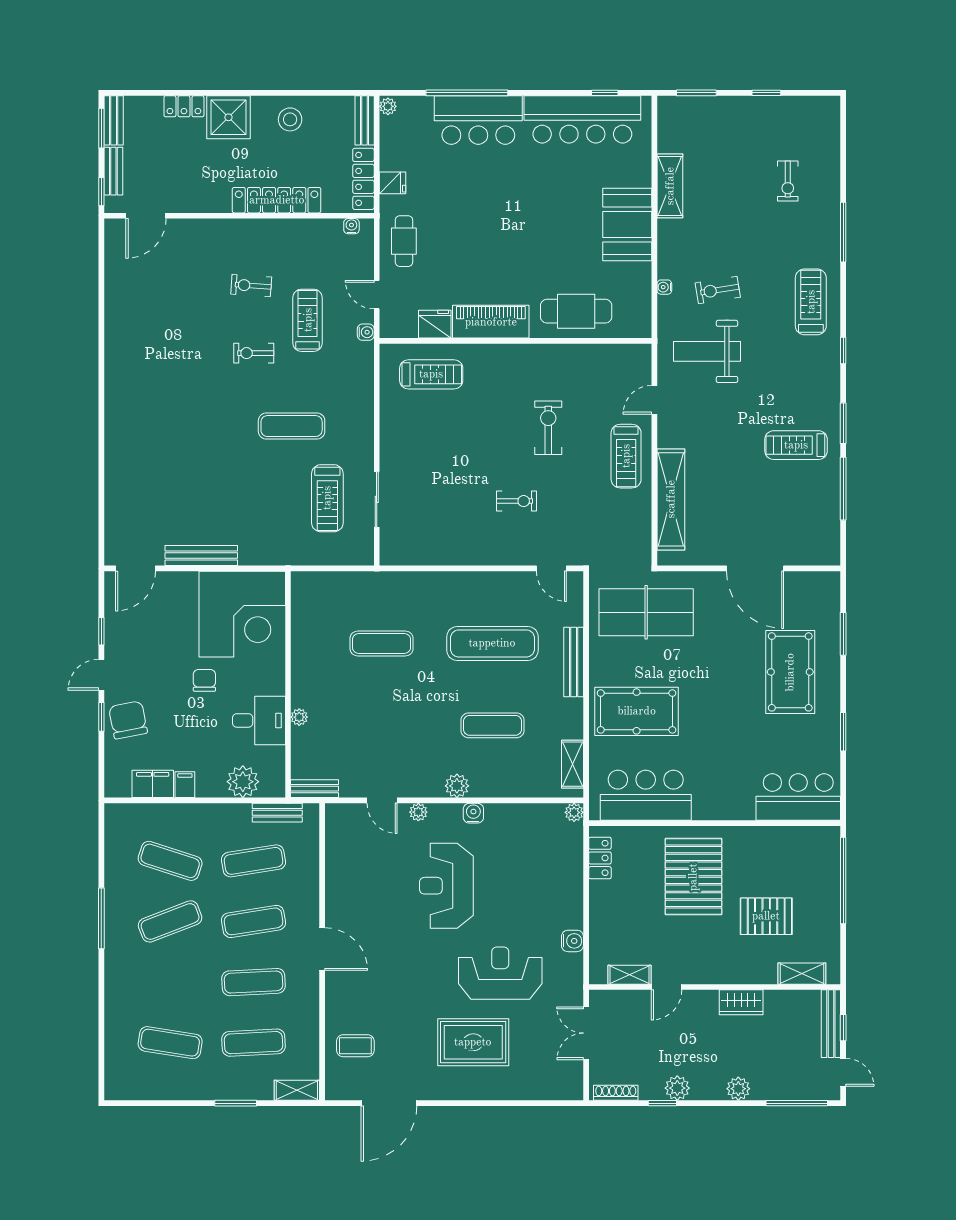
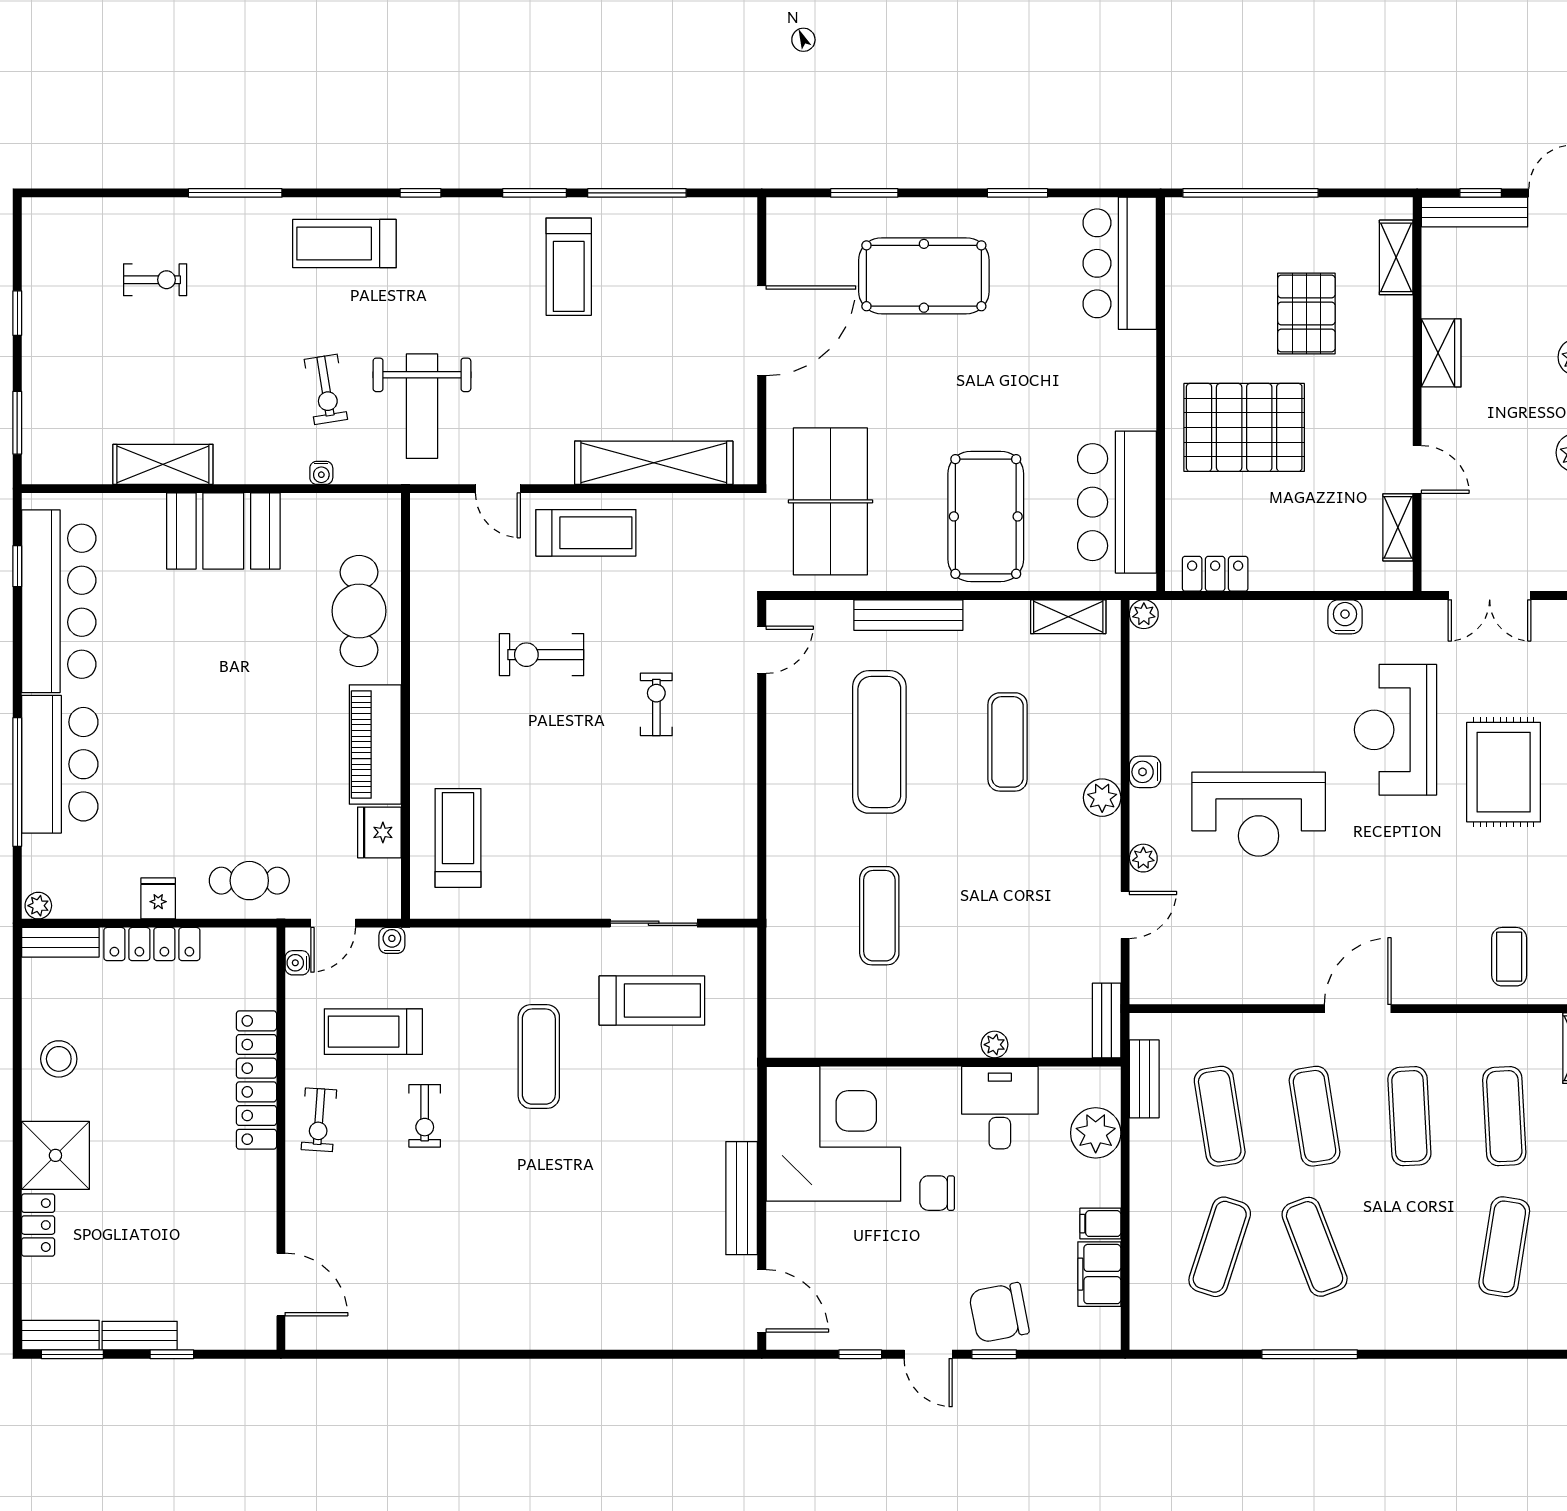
locker: (277, 200) -> (256, 1080), moved
door: (146, 216) -> (281, 1284), moved
wall: (239, 216) -> (281, 1139), moved
water cooler: (351, 226) -> (297, 963), moved

